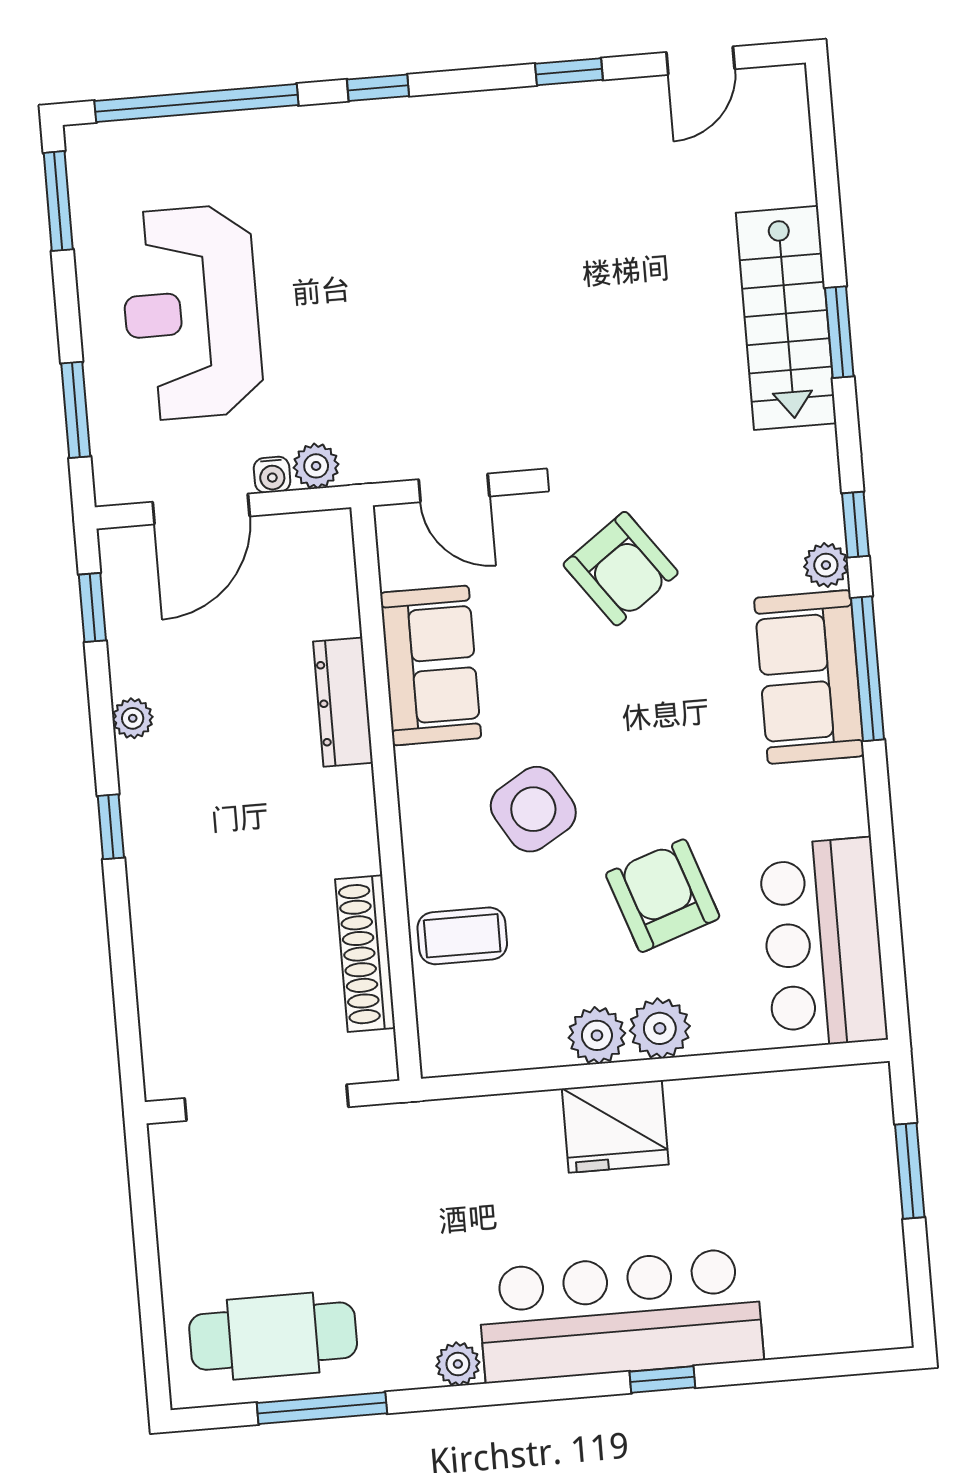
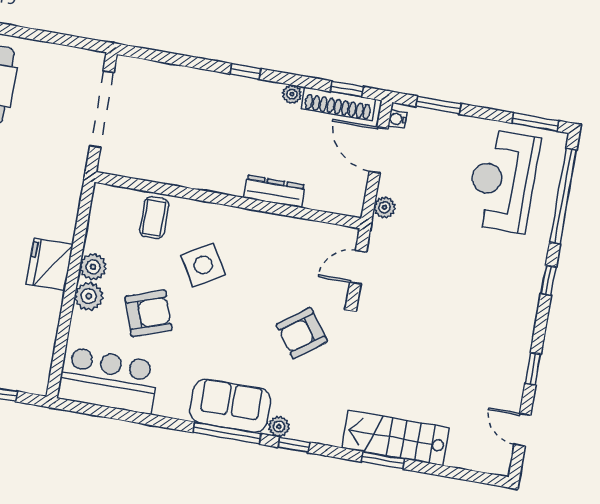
reception desk: (191, 312) -> (503, 181), moved, turned -90
water cooler: (272, 475) -> (397, 119), moved
sofa: (431, 665) -> (280, 235), removed
shoe rack: (365, 954) -> (338, 104), moved, turned 180

